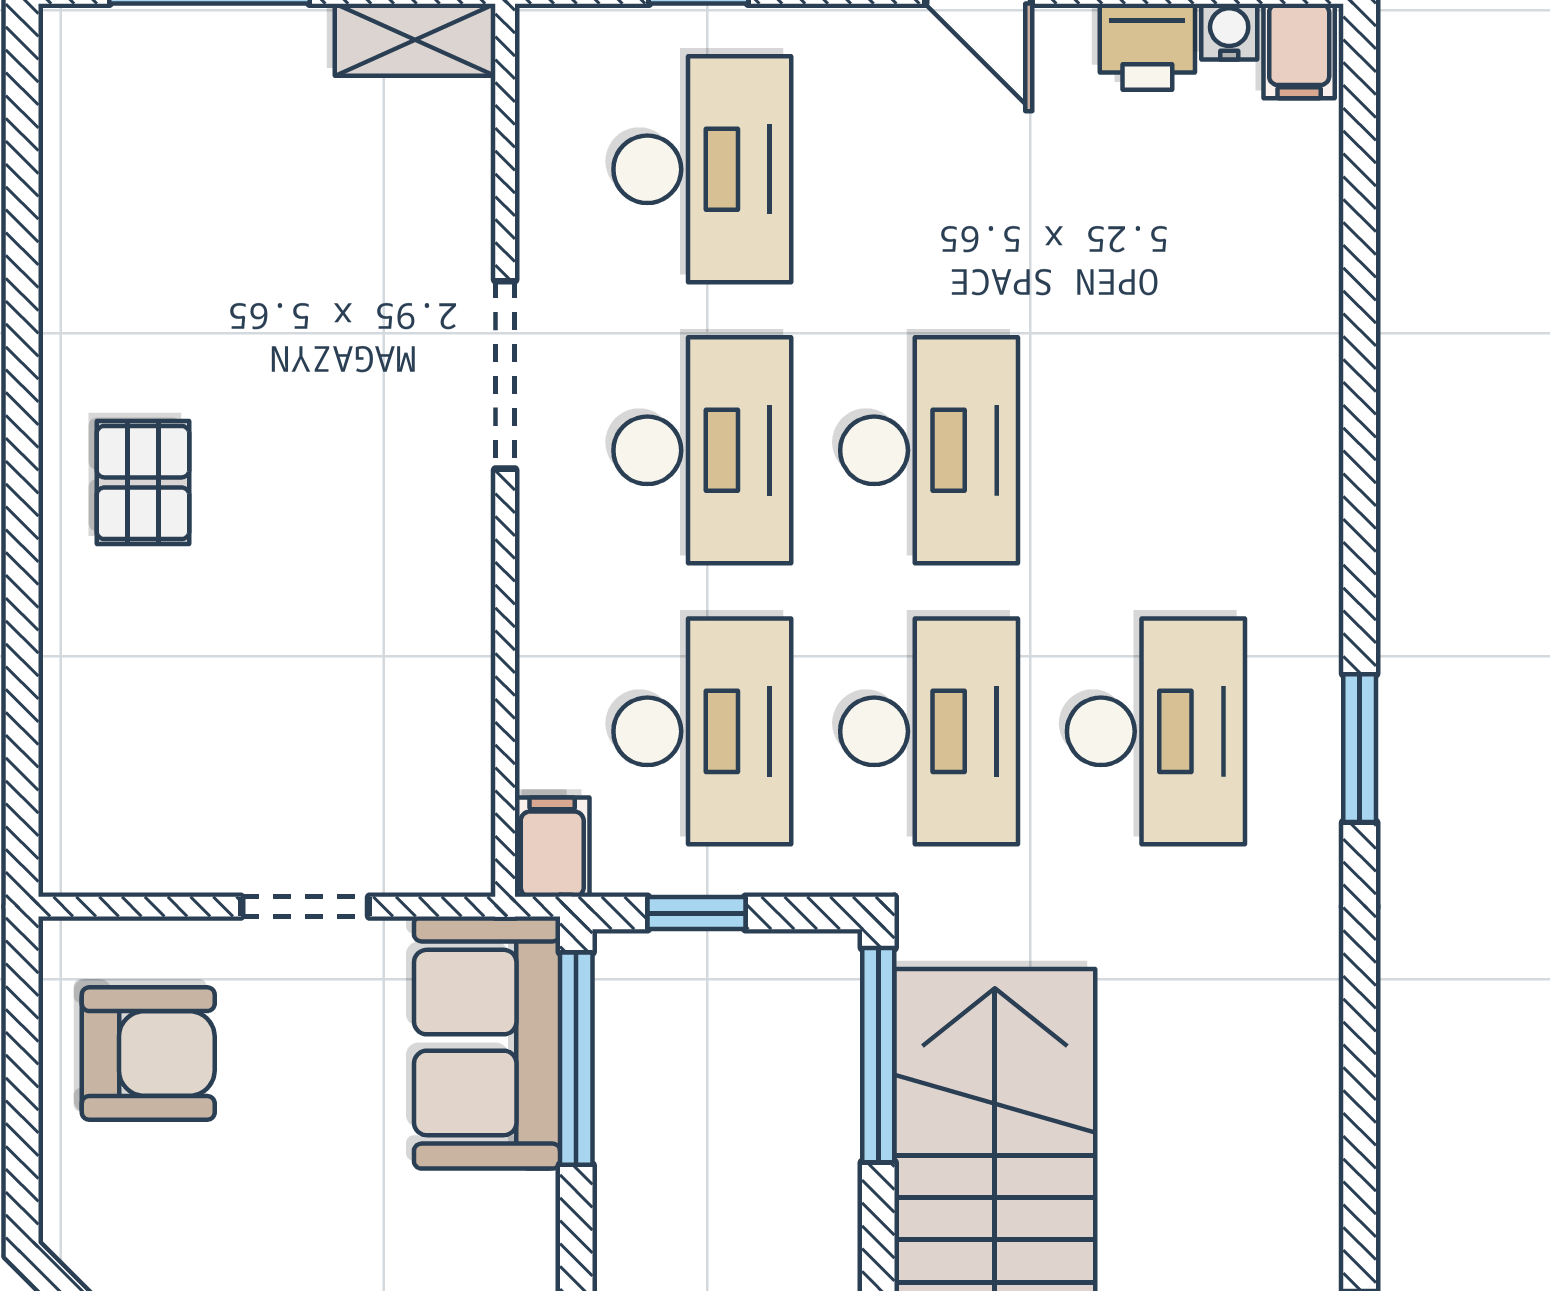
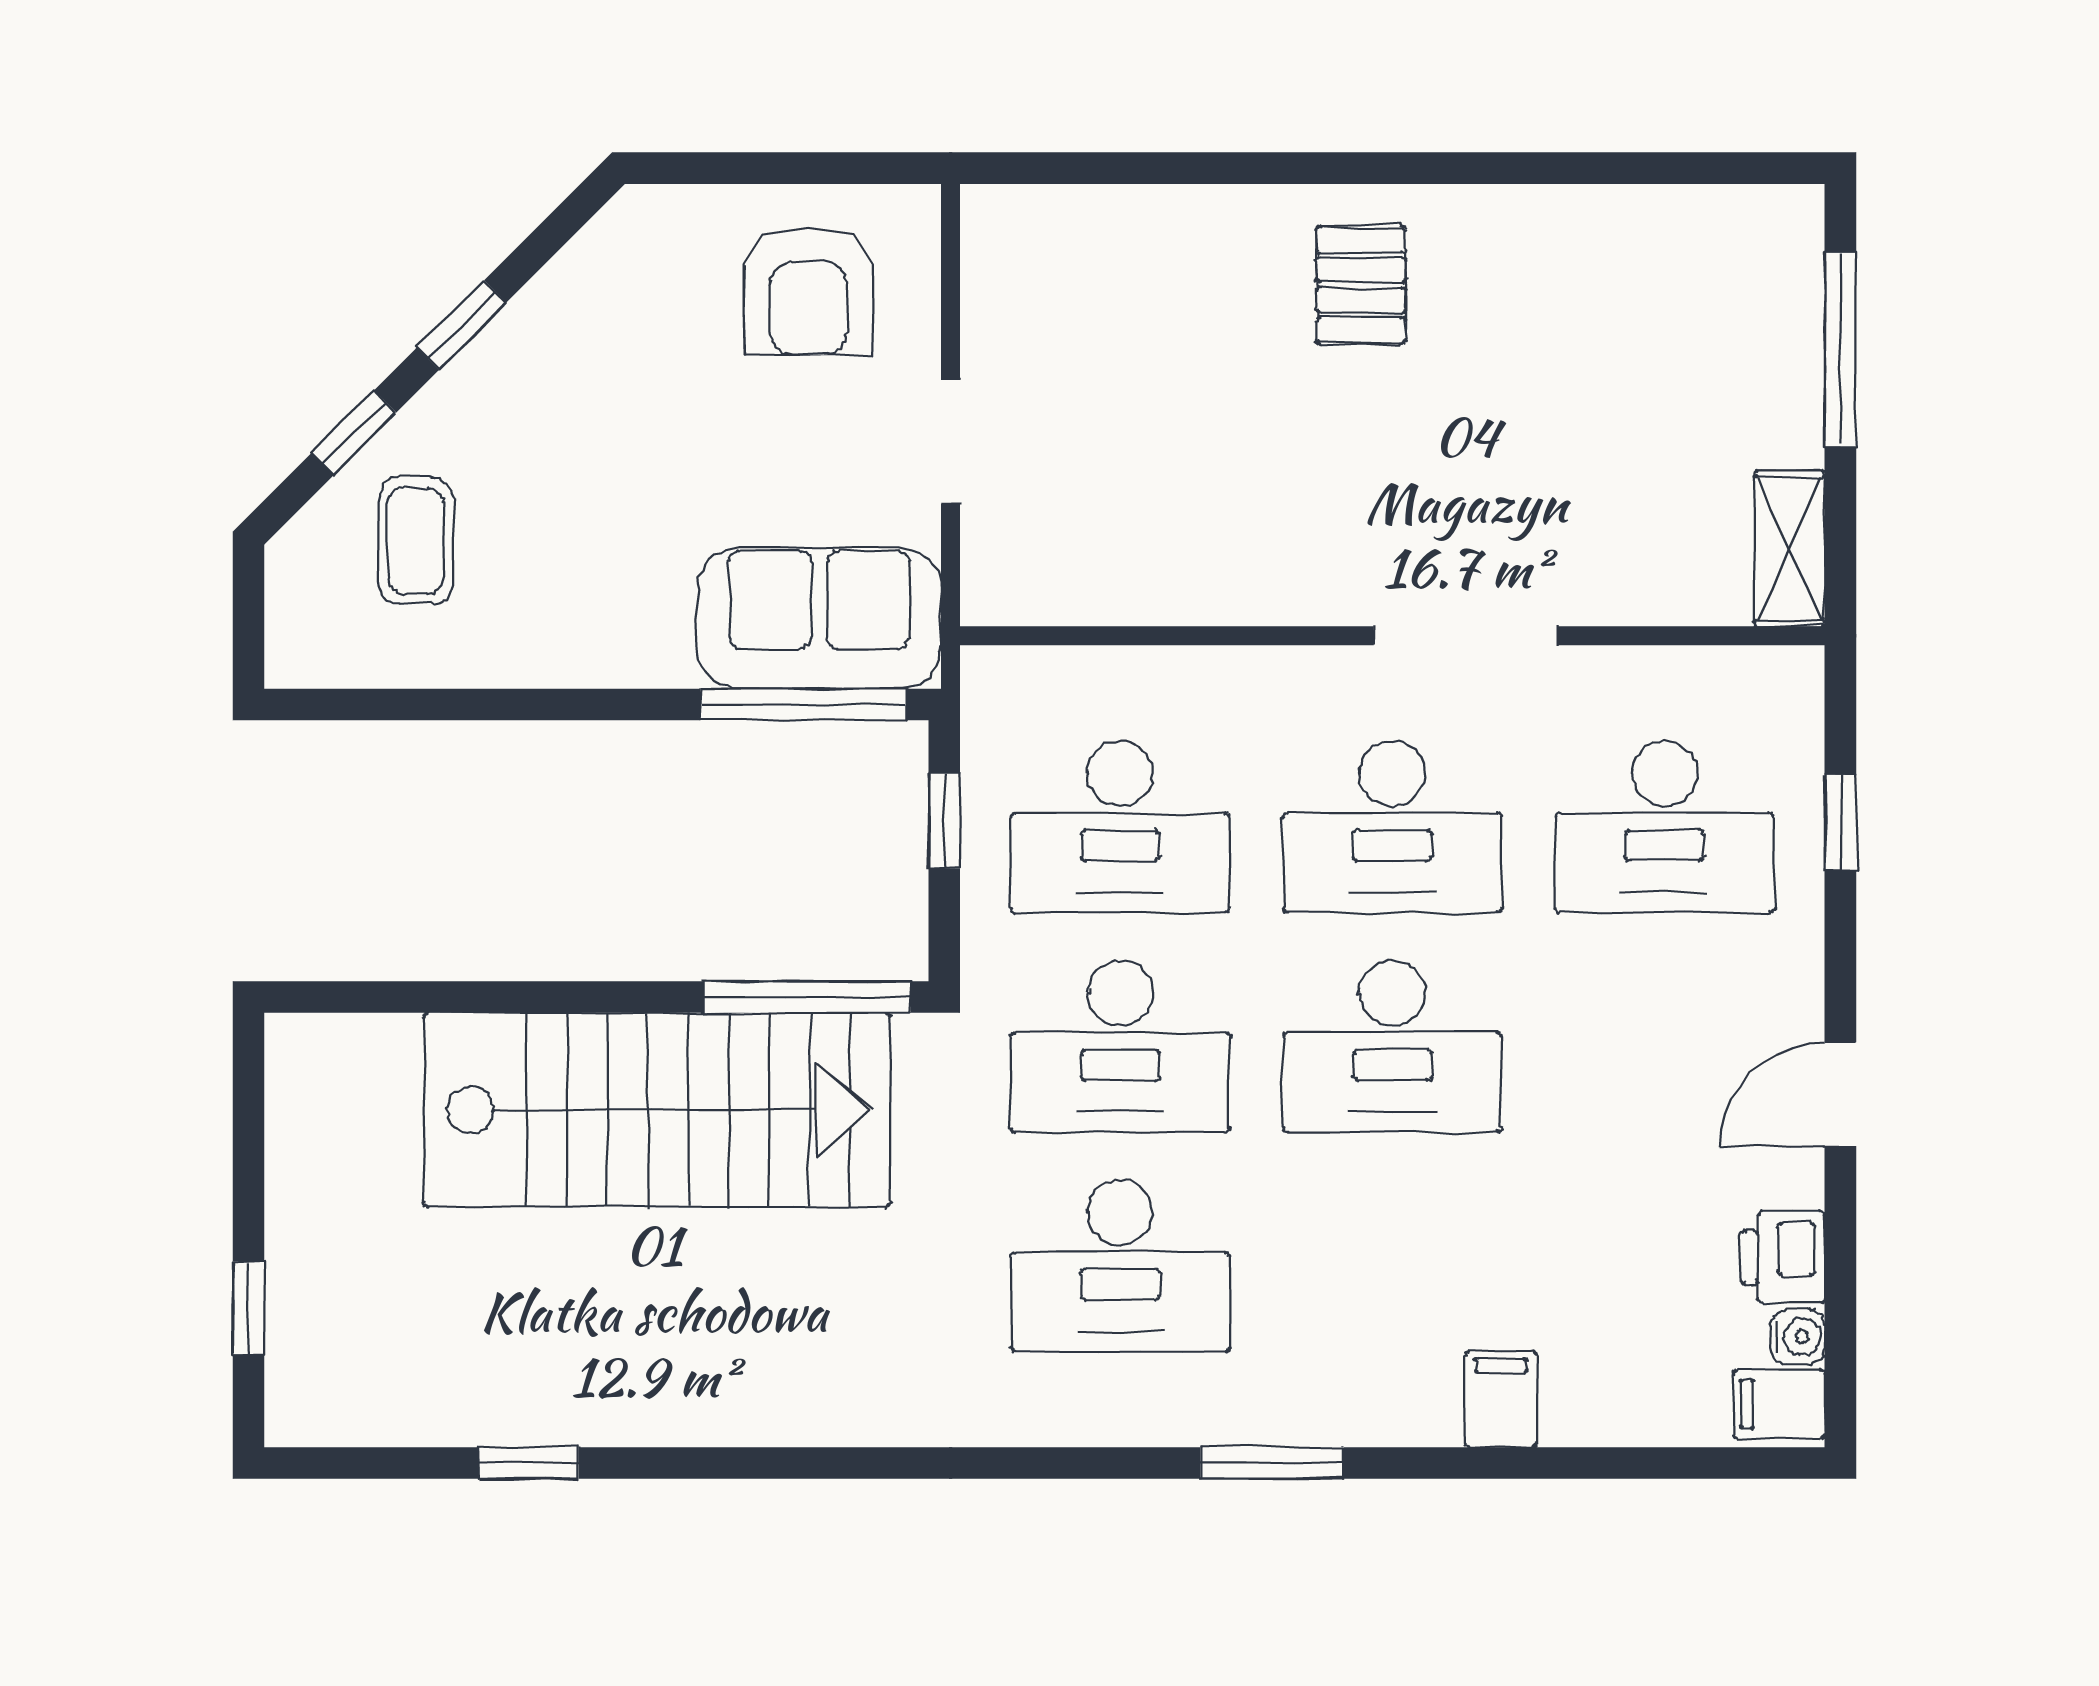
pallet: (143, 482) -> (1361, 285), turned 90
window: (1360, 748) -> (1272, 1463), moved
filing cabinet: (552, 847) -> (1501, 1399), moved, turned -90

